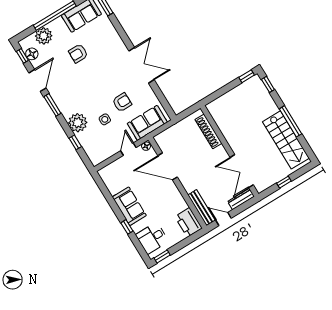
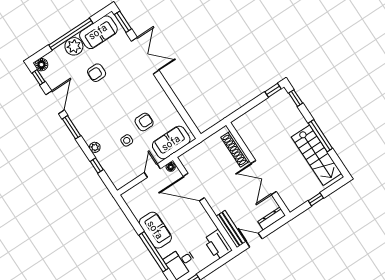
plant: (44, 36) -> (74, 46), moved
floor lamp: (32, 54) -> (41, 65), moved
double door: (141, 65) -> (145, 56), moved
plant: (78, 123) -> (95, 147), width x0.53, depth x0.53
double door: (242, 171) -> (264, 178), moved
window: (127, 227) -> (154, 252), width x3.17

